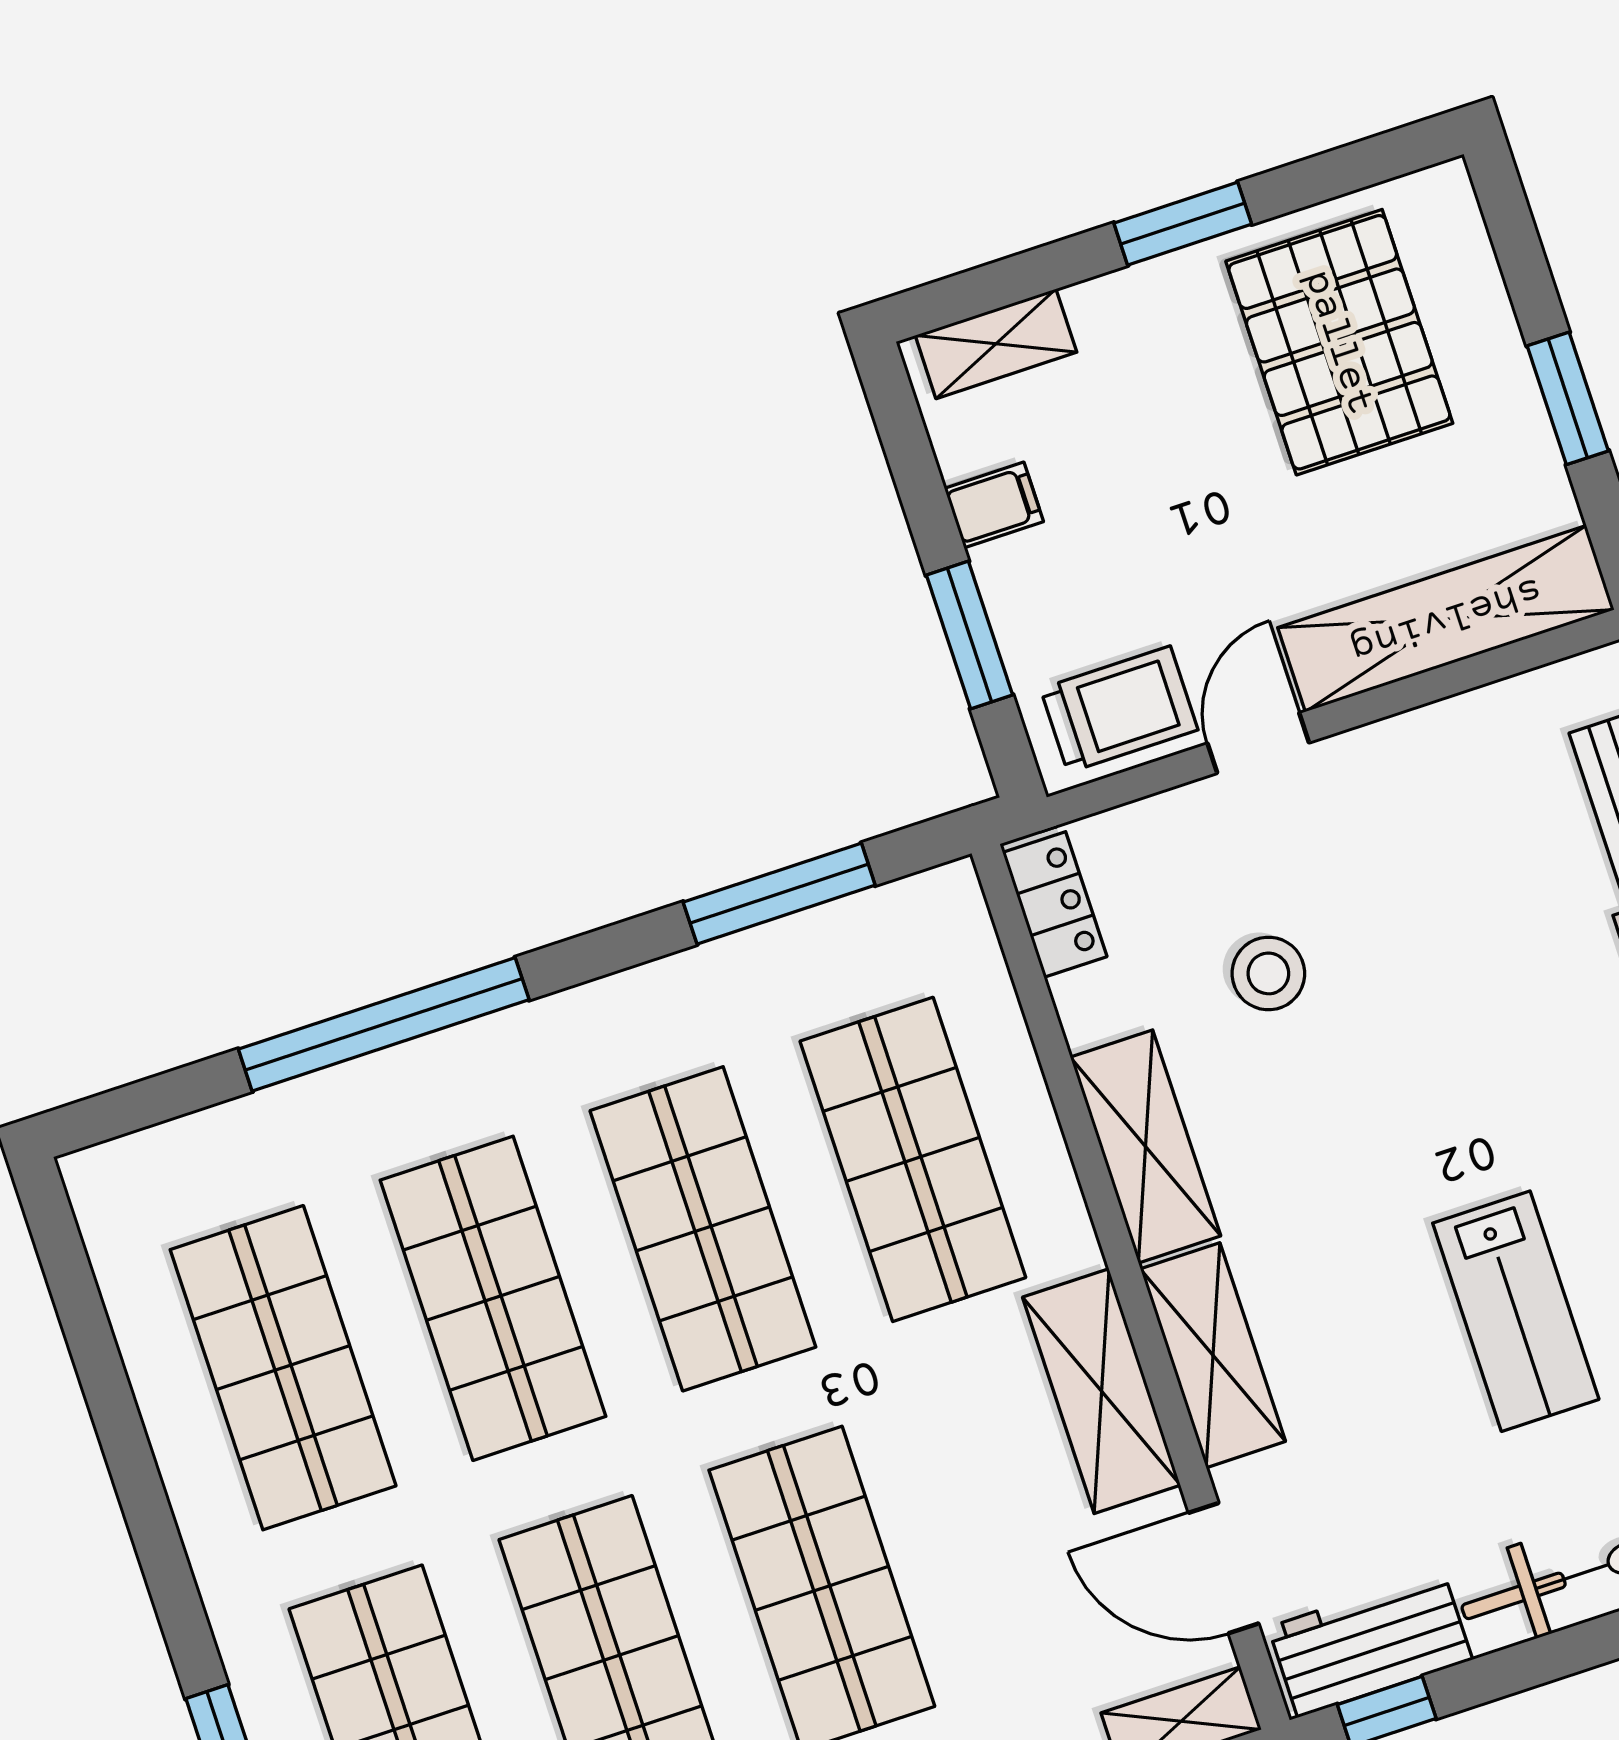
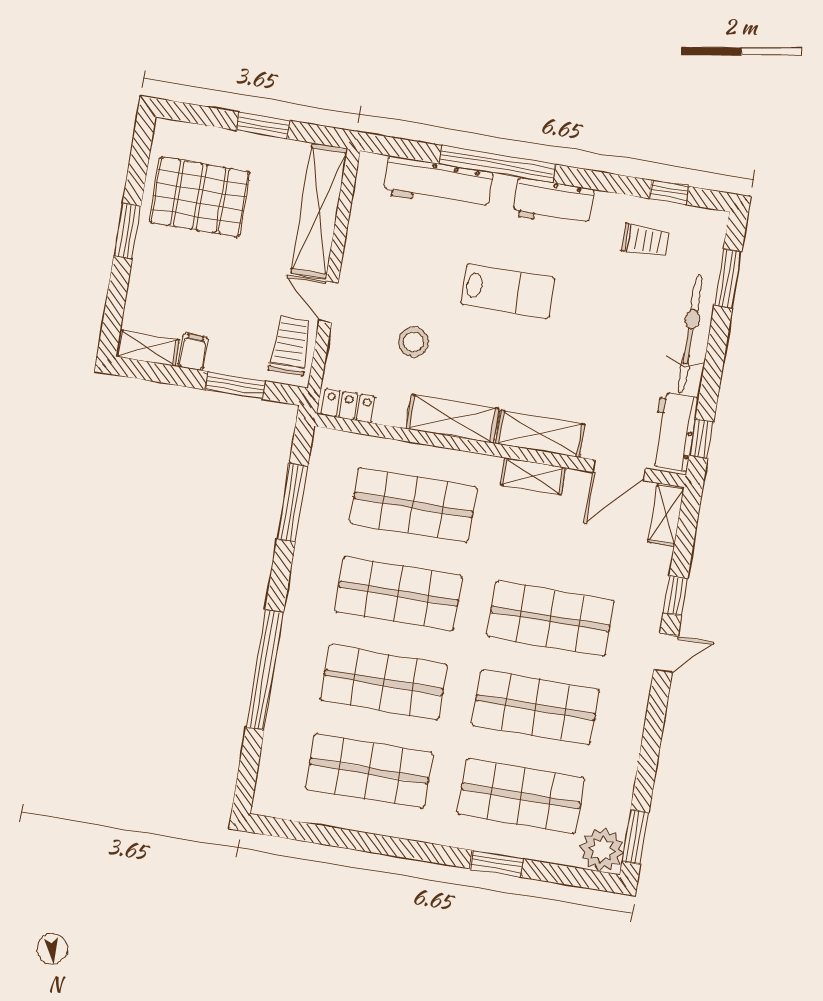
shelving: (996, 344) -> (148, 348), moved, turned 90
lab bench: (1516, 1311) -> (508, 291), moved
shelving: (1102, 1391) -> (533, 476), width x0.67, depth x0.75

